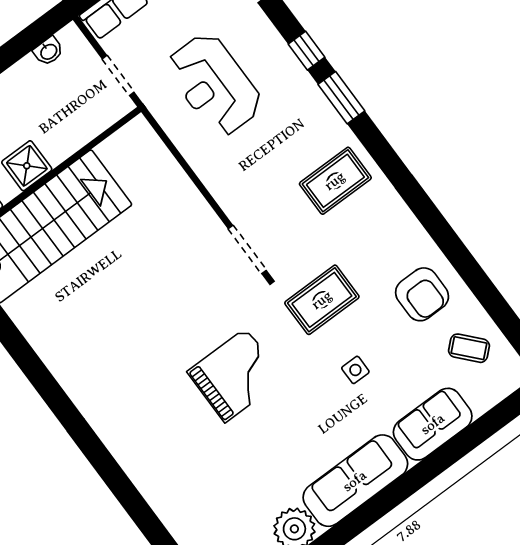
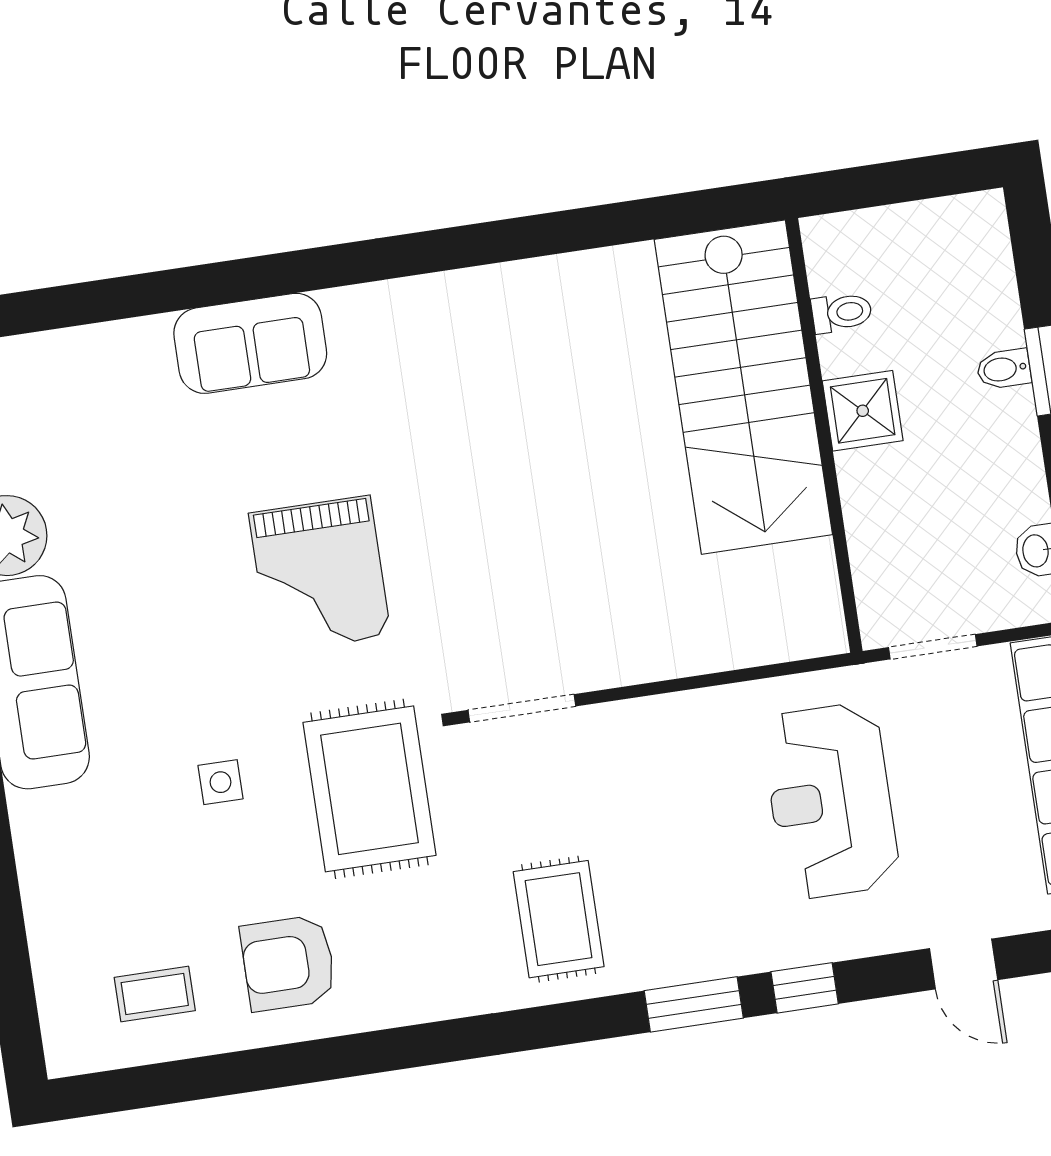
reception desk: (214, 85) -> (831, 801), turned -90
rug: (322, 300) -> (369, 789), width x1.36, depth x1.43
coffee table: (469, 348) -> (155, 994), turned 42
sofa: (433, 424) -> (250, 343), moved, turned 90

